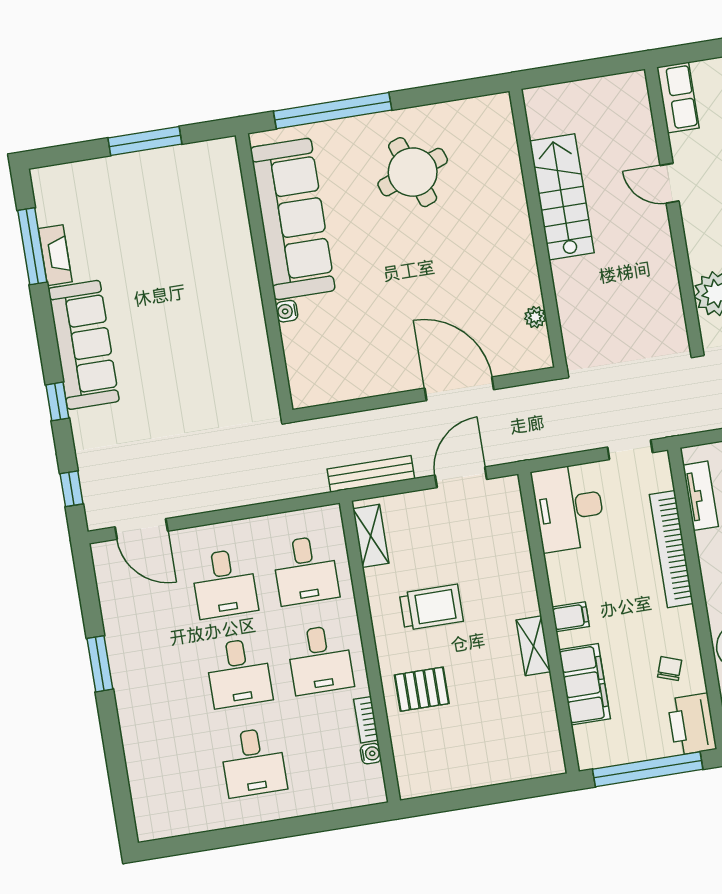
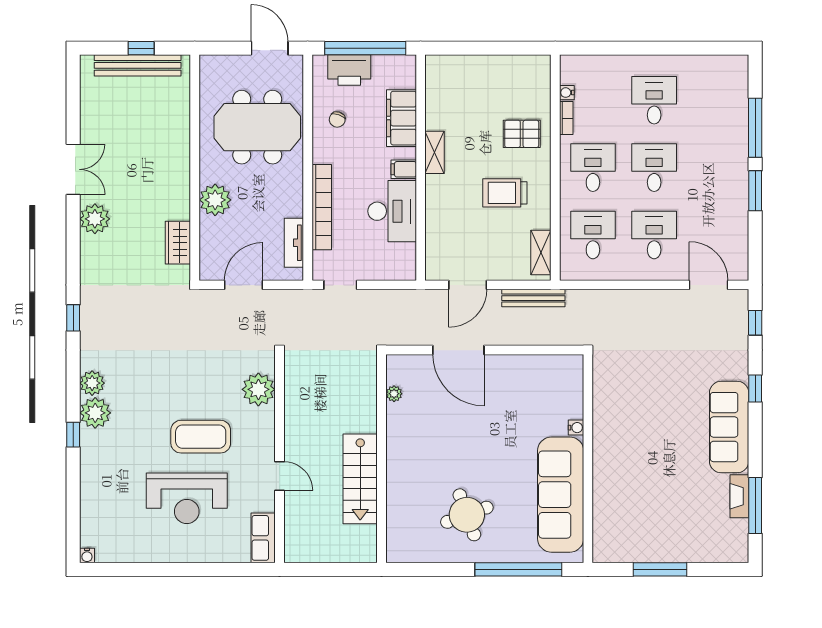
desk: (569, 508) -> (392, 211), moved
printer: (692, 724) -> (349, 70), moved, turned 90
window: (113, 747) -> (755, 128), added

